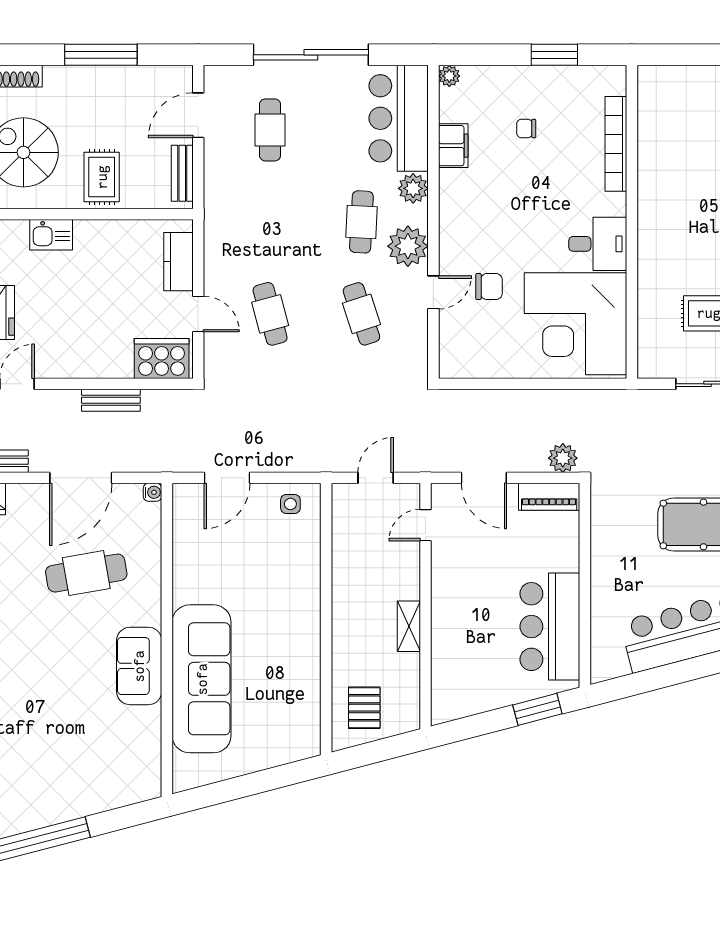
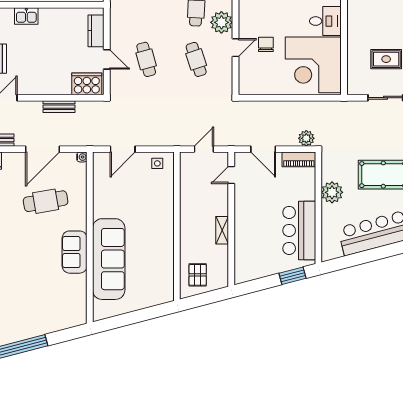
chair: (489, 287) -> (266, 44), turned -90
plant: (610, 557) -> (332, 192), added

